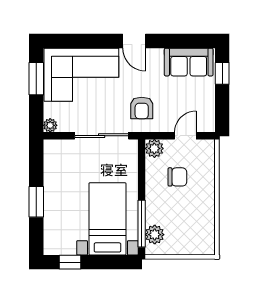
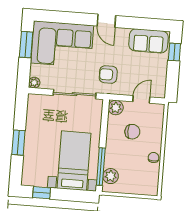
armchair: (142, 108) -> (108, 75), turned 90
chair: (206, 207) -> (153, 158), added

